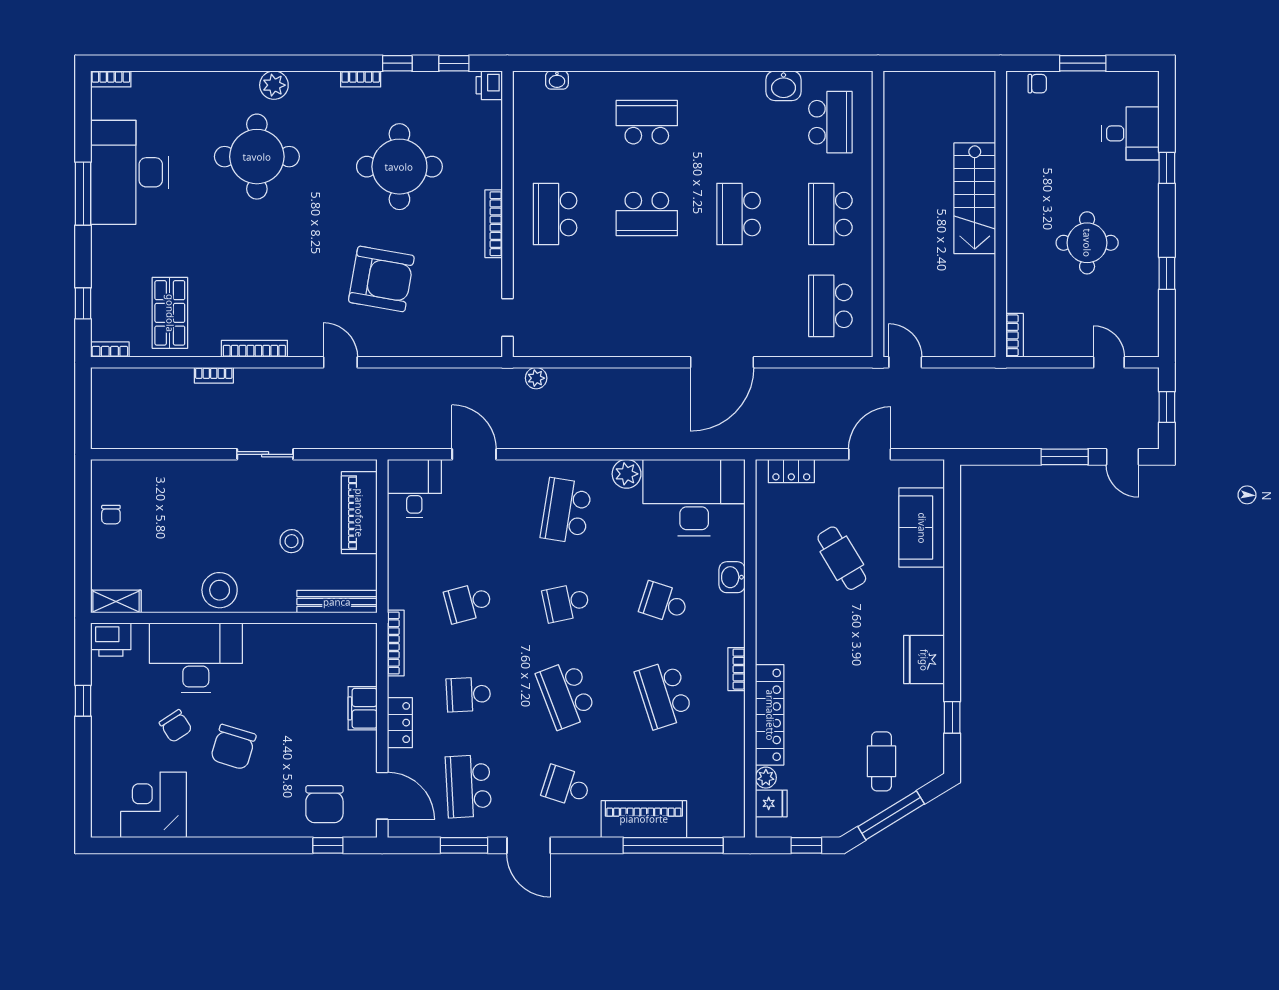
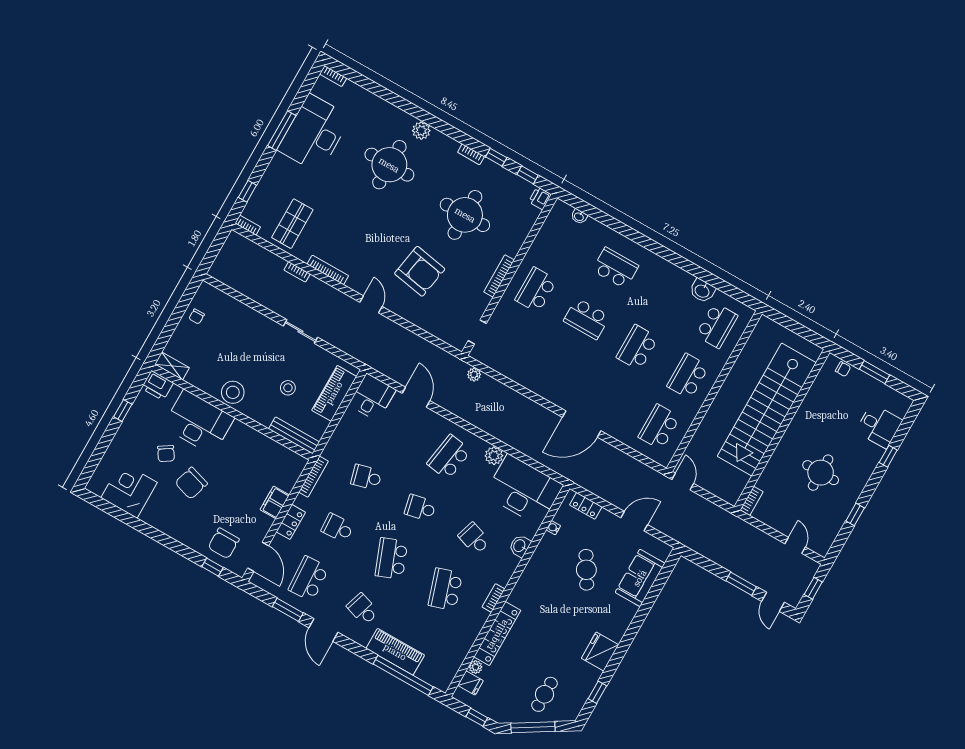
stairs: (975, 198) -> (767, 409), width x1.86, depth x1.51
water cooler: (764, 526) -> (553, 528), added

